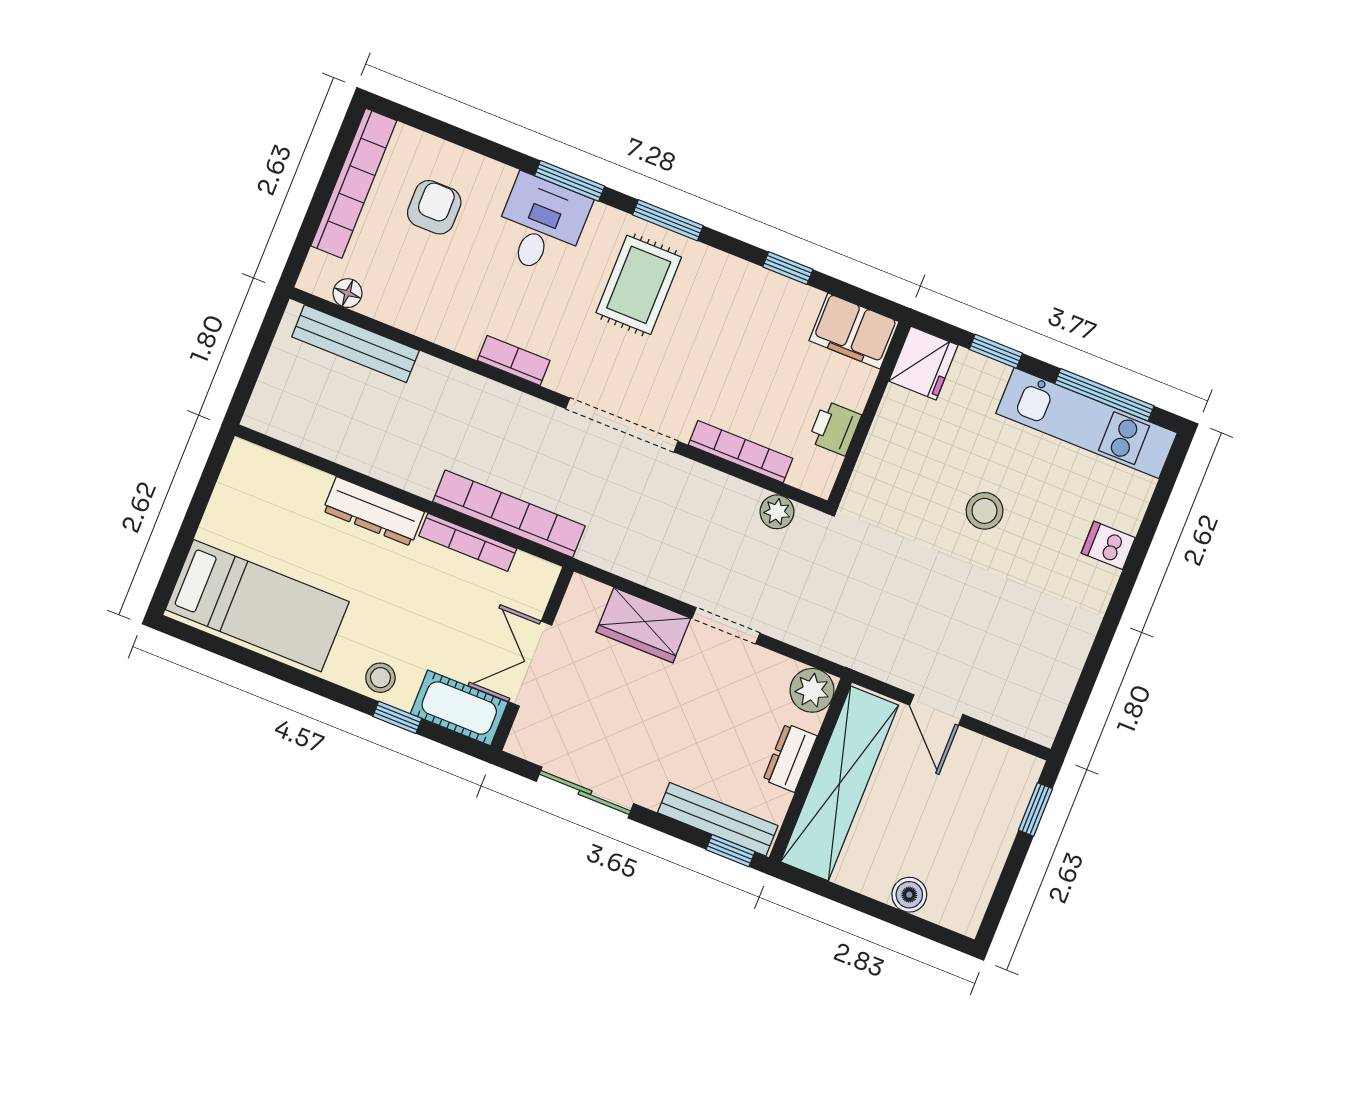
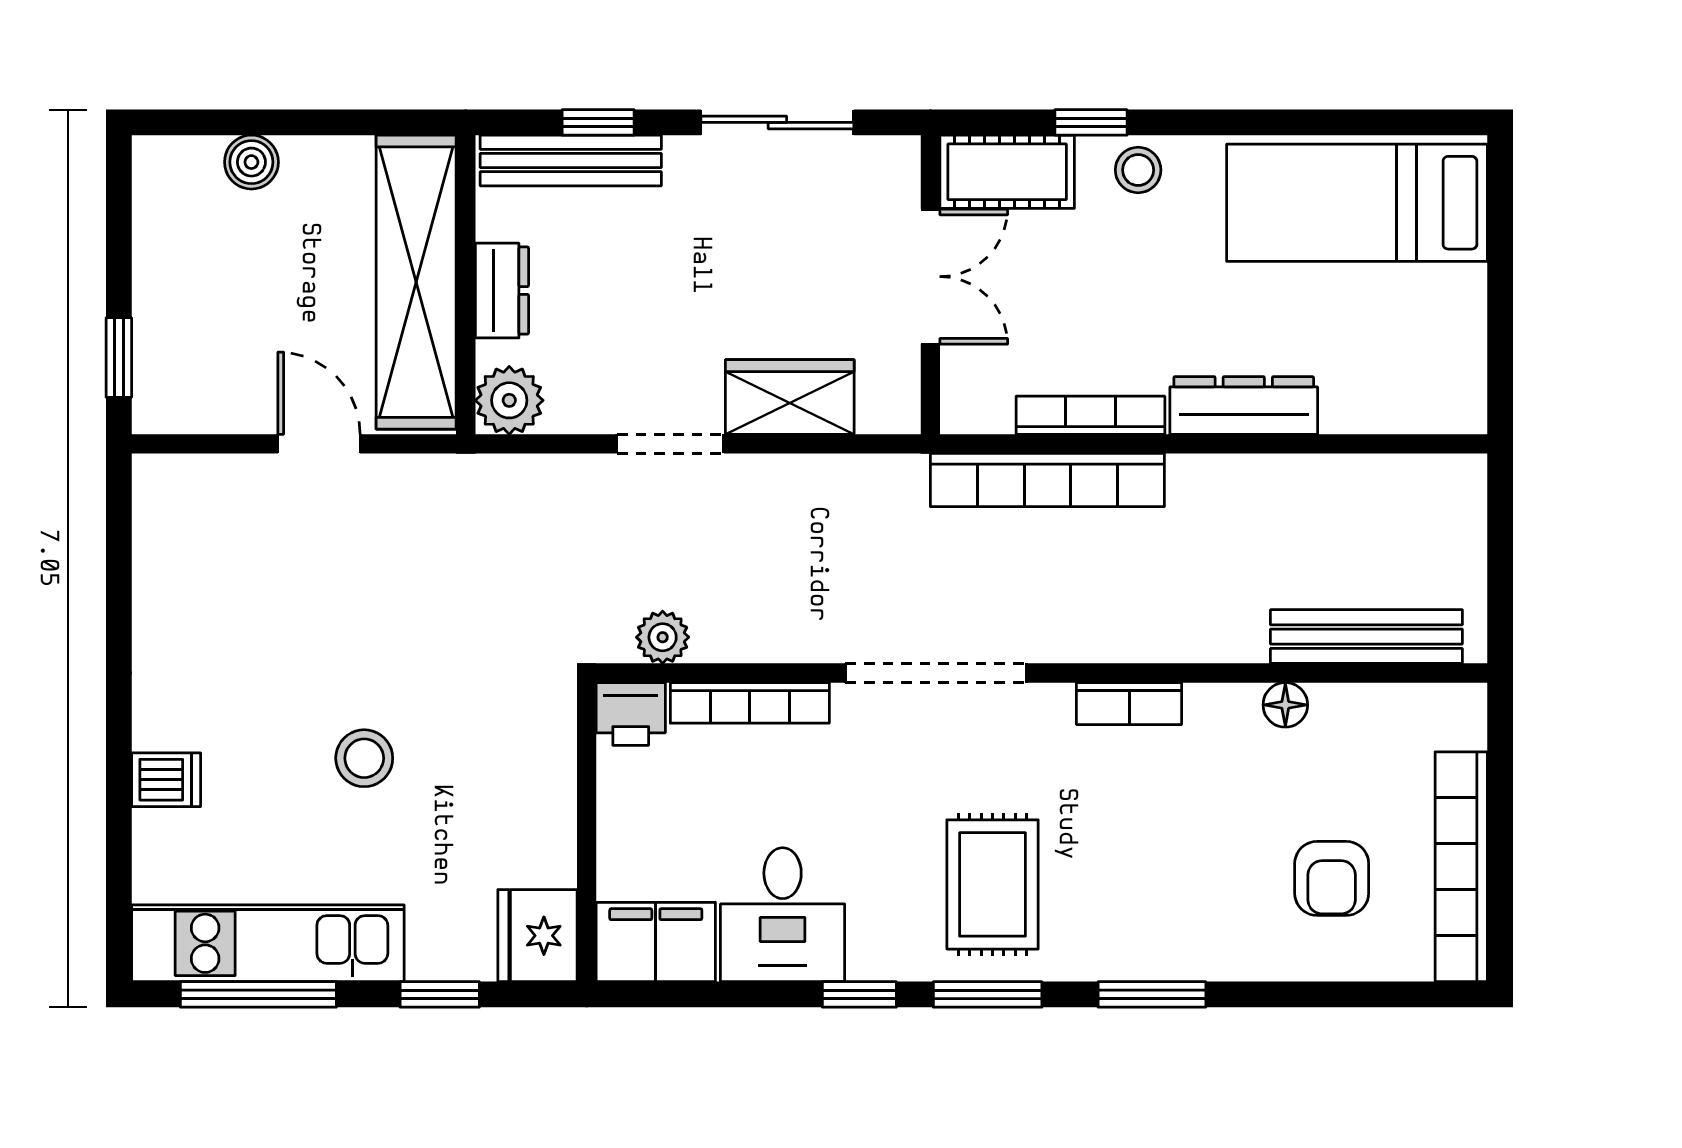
desk: (541, 225) -> (783, 915), moved
window: (788, 268) -> (859, 994), moved
floor lamp: (348, 293) -> (1285, 705), moved
printer: (835, 428) -> (631, 714), moved, turned 90
window: (730, 851) -> (598, 122), moved

